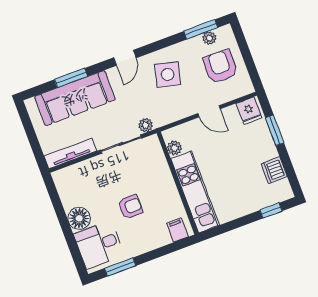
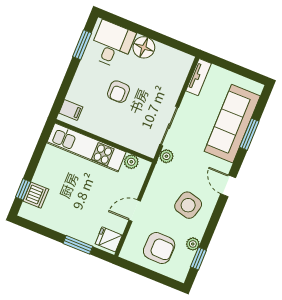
window: (201, 29) -> (198, 259), width x0.67
plant: (209, 38) -> (193, 244), moved
tv unit: (70, 153) -> (199, 77), width x0.71
dishwasher: (274, 170) -> (36, 195), moved, turned 90

